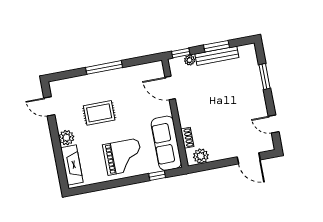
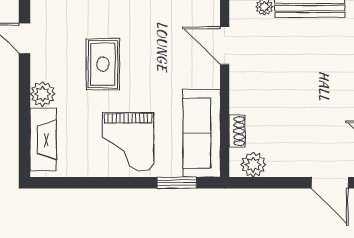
rug: (99, 113) -> (103, 64), turned 90
grand piano: (123, 157) -> (128, 142), turned 90
window: (157, 176) -> (177, 183), width x1.50

